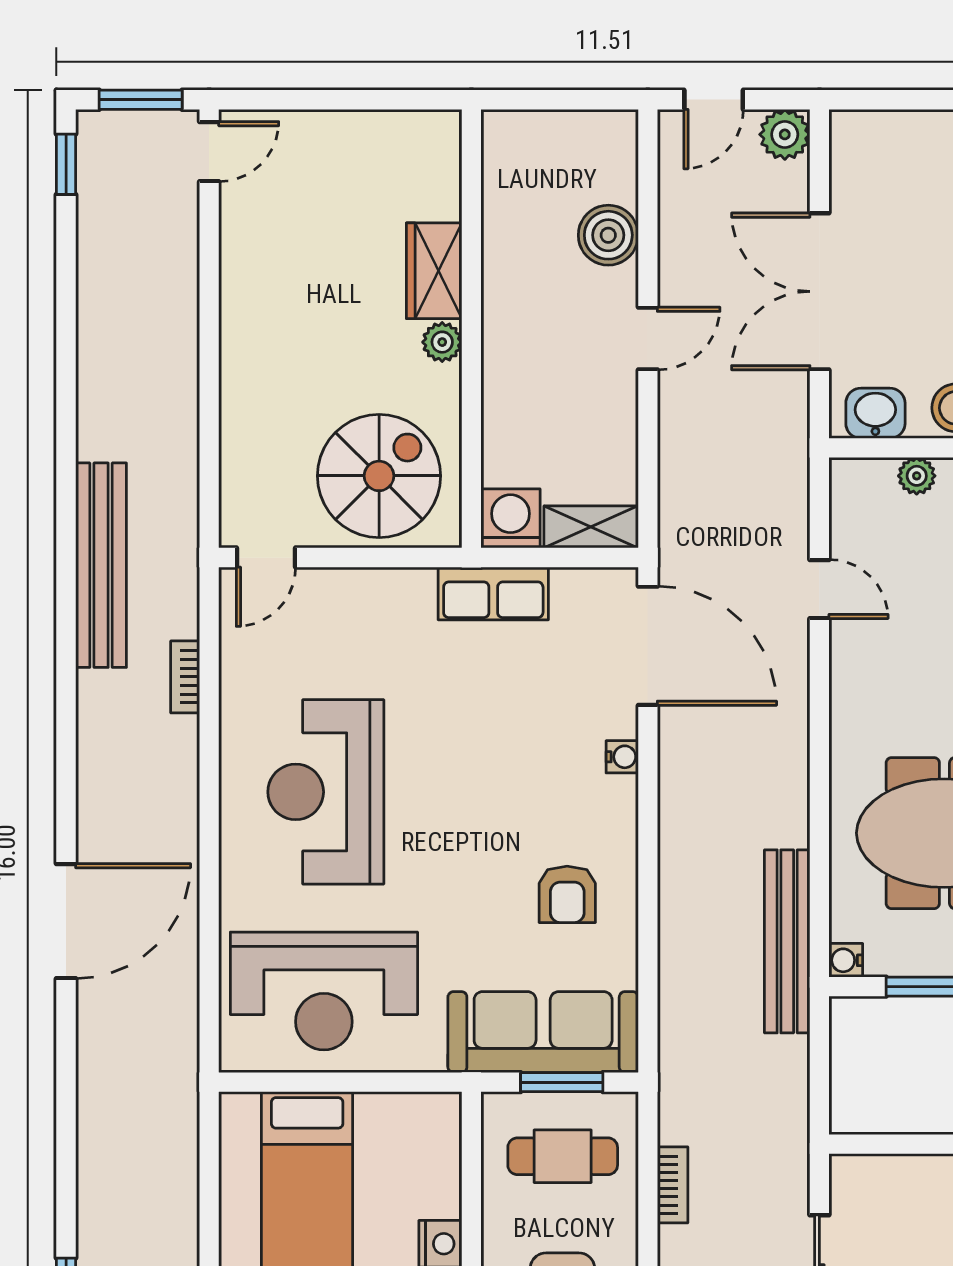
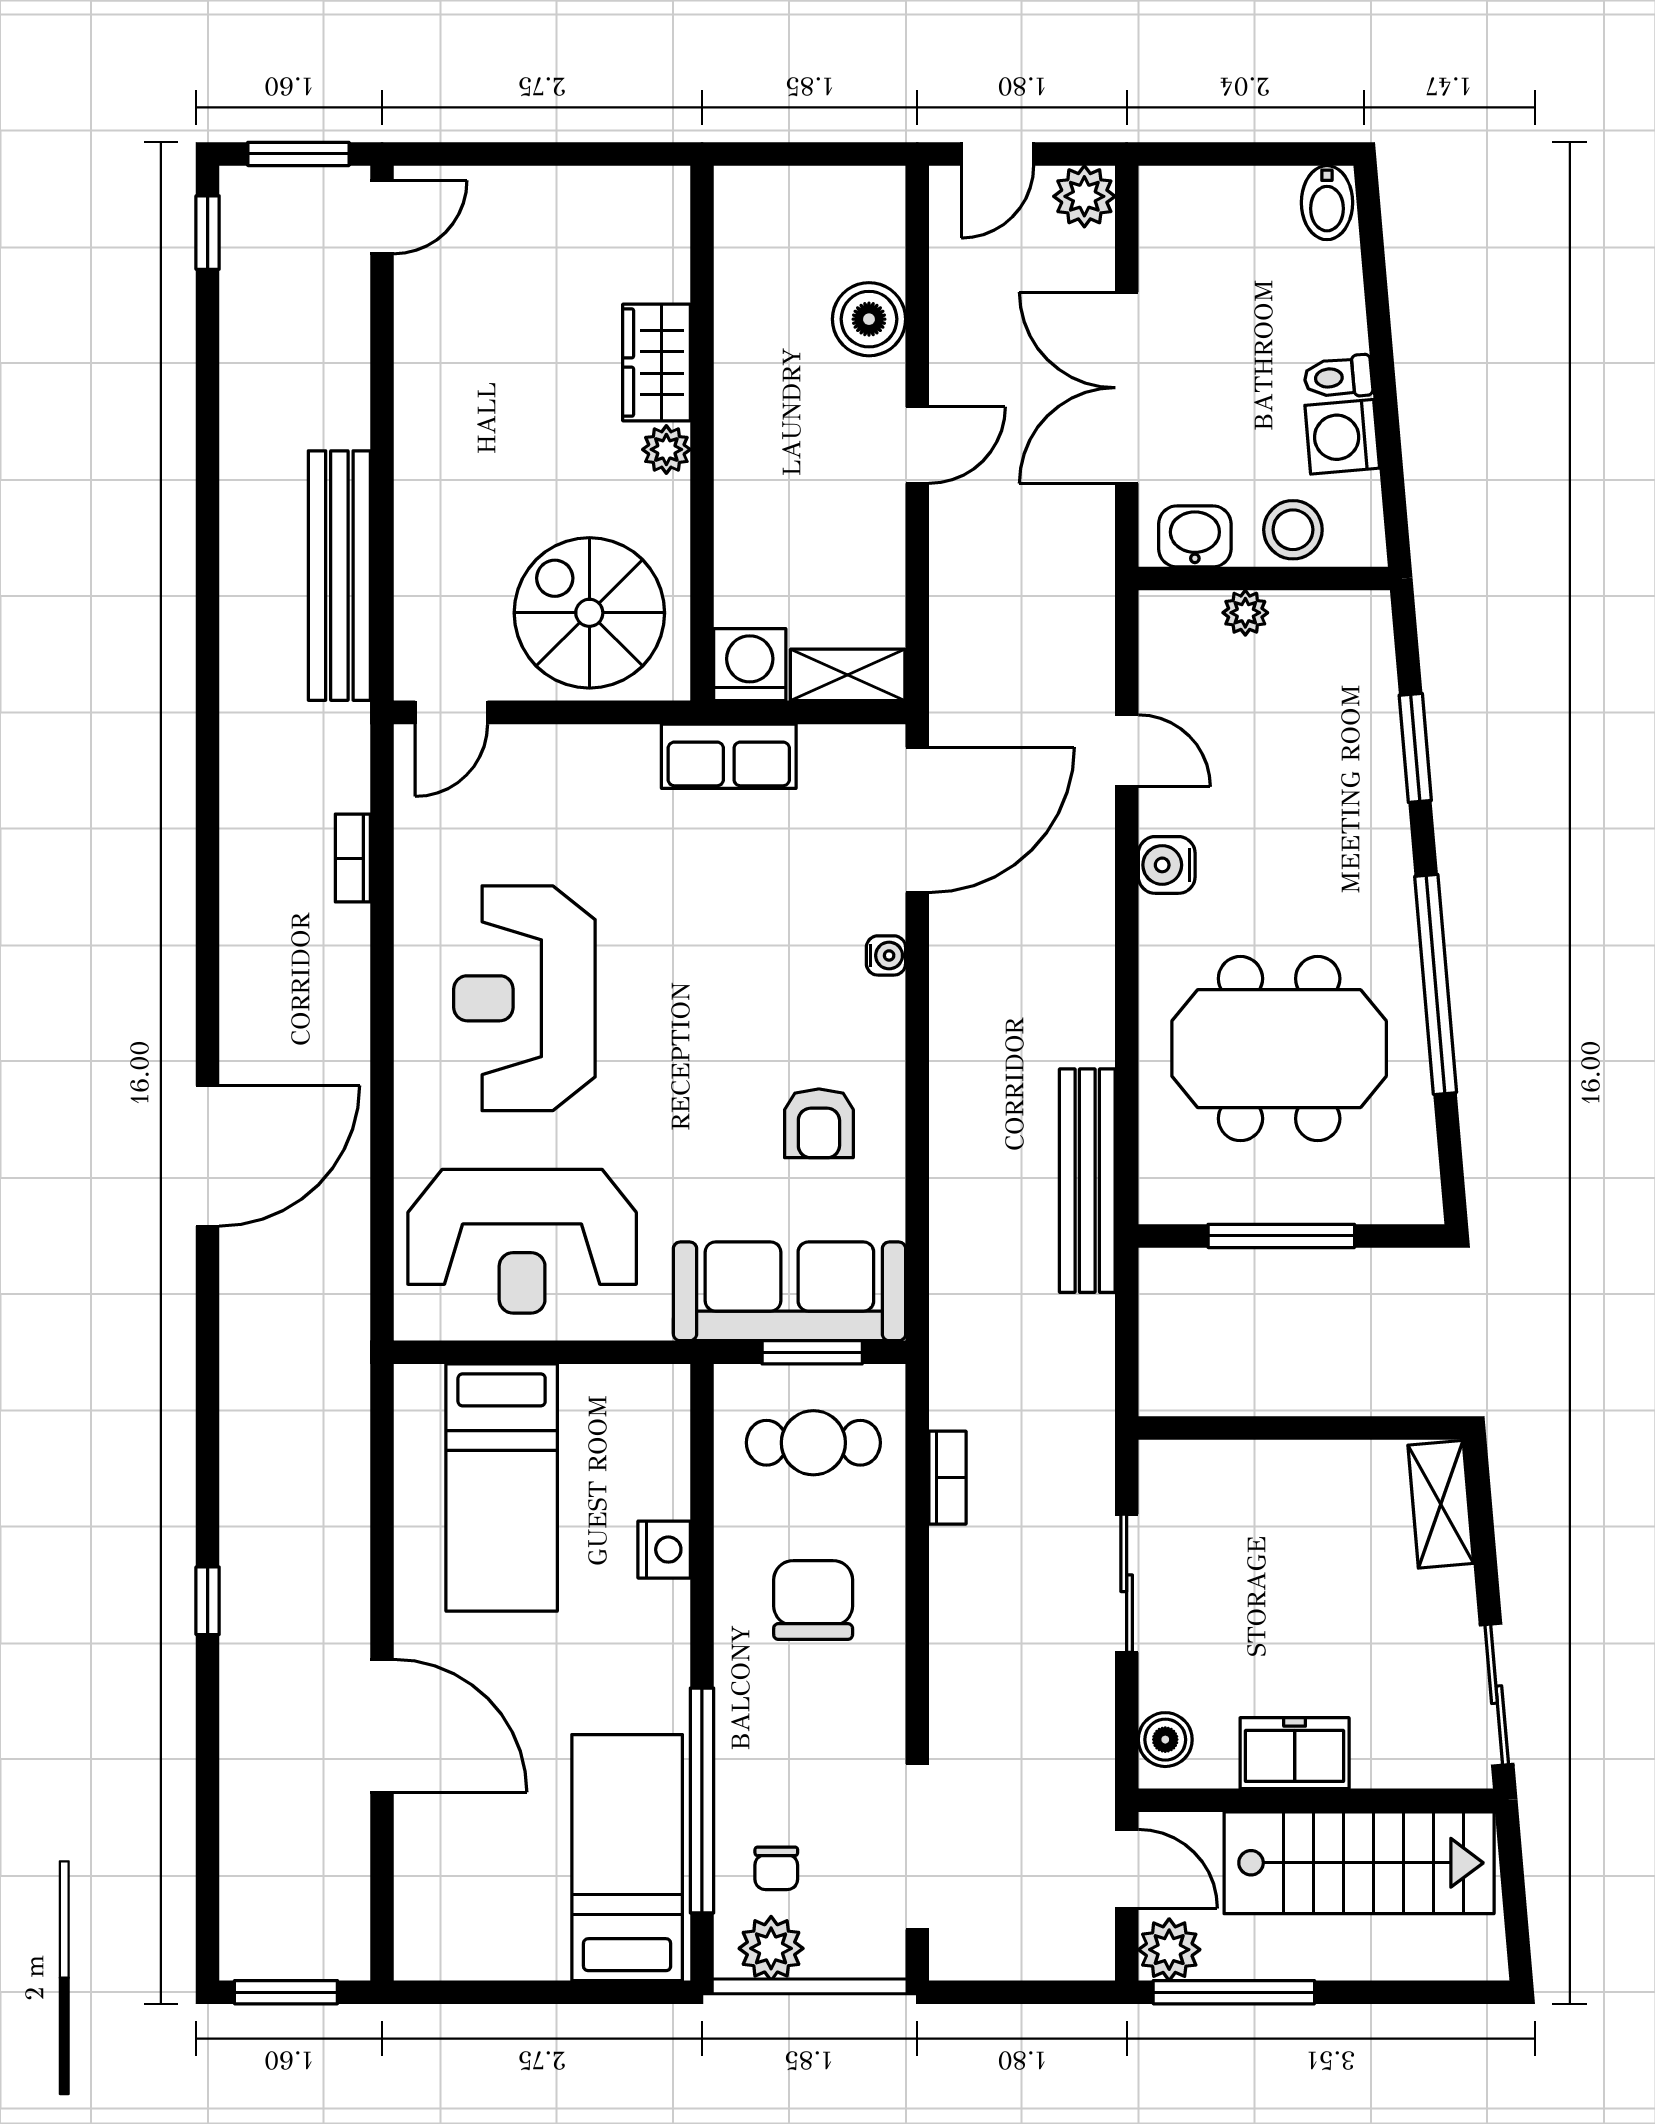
spiral stairs: (379, 476) -> (589, 613), turned -90
bench: (101, 565) -> (339, 576), moved
door: (648, 646) -> (917, 820), hinge flipped
water cooler: (846, 960) -> (1167, 865), moved, width x1.38, depth x1.38

